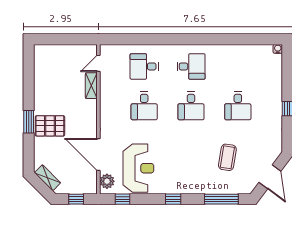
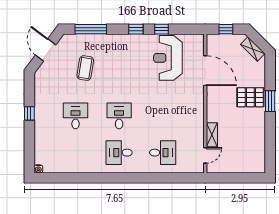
desk: (144, 106) -> (163, 116), removed
plant: (107, 181) -> (197, 46), removed
window: (122, 199) -> (162, 29), moved

